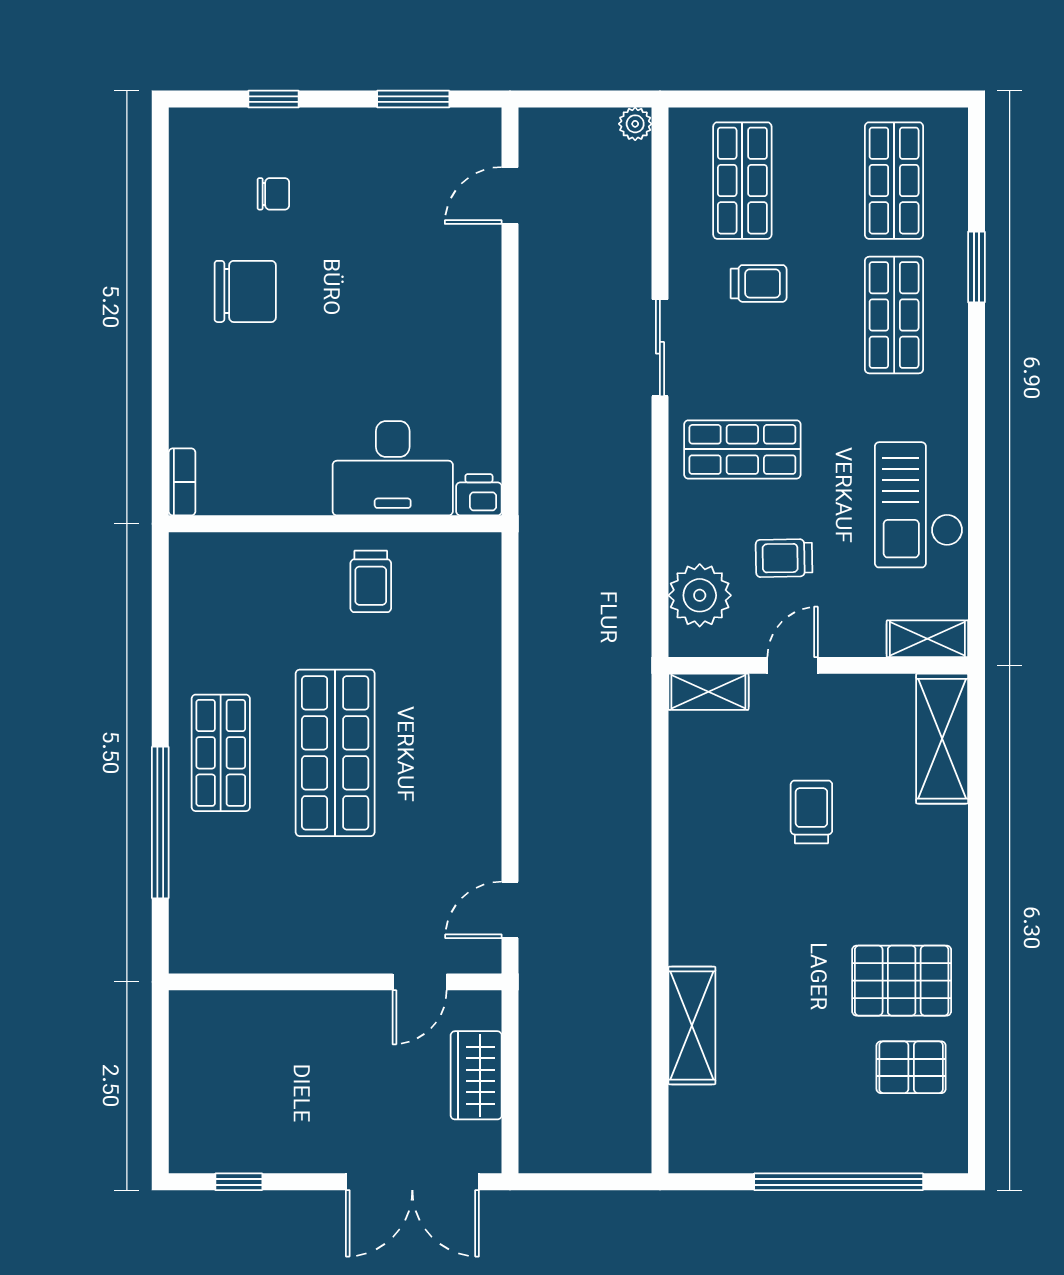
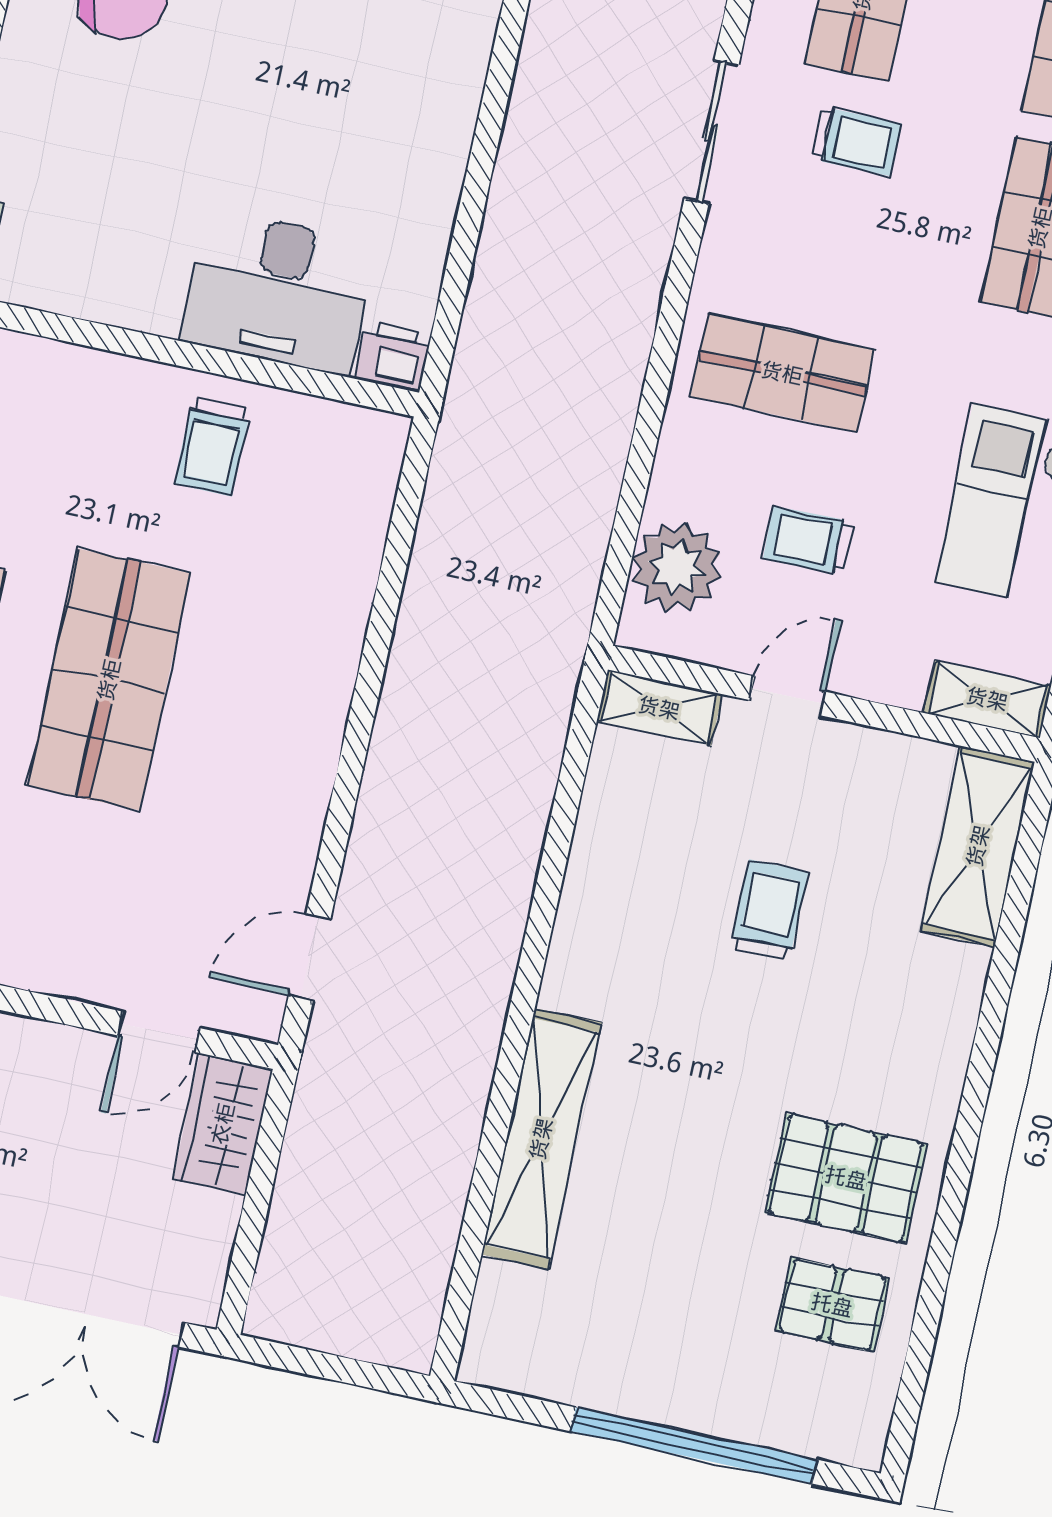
sliding door: (660, 348) -> (712, 132), moved
shelving: (692, 1025) -> (541, 1139), width x1.47
wardrobe: (476, 1075) -> (223, 1124), moved

